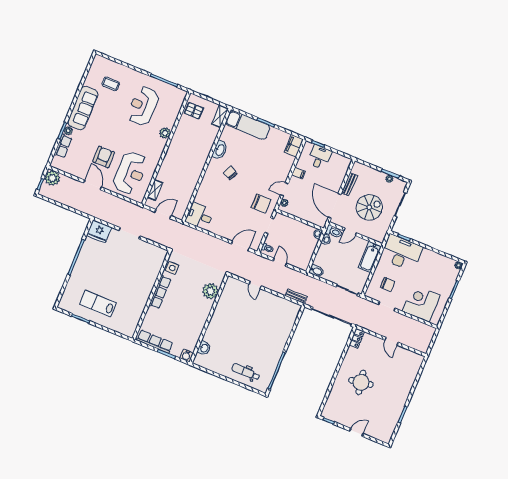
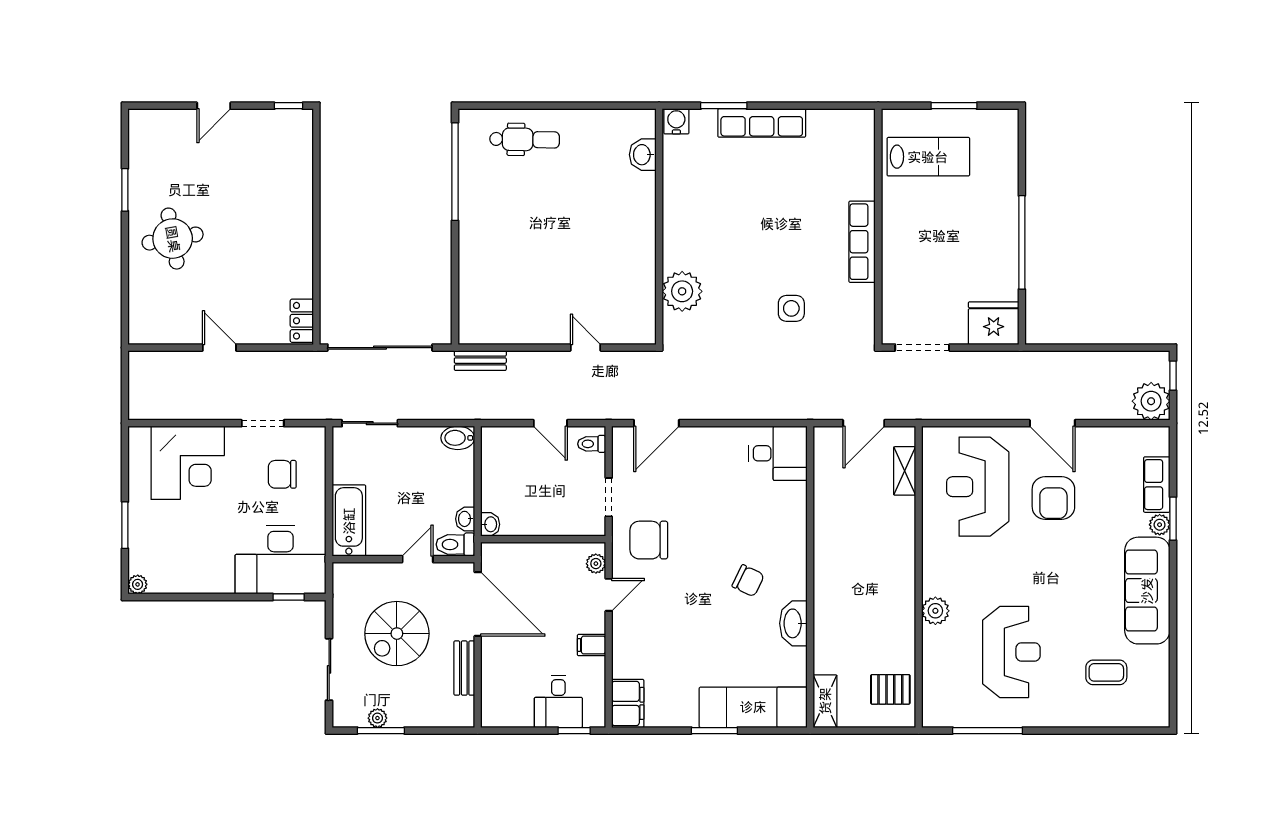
row of seats: (160, 292) -> (862, 242), moved
wall: (152, 295) -> (878, 227), moved
round table: (361, 382) -> (173, 239), moved

